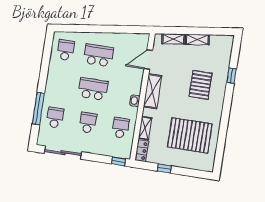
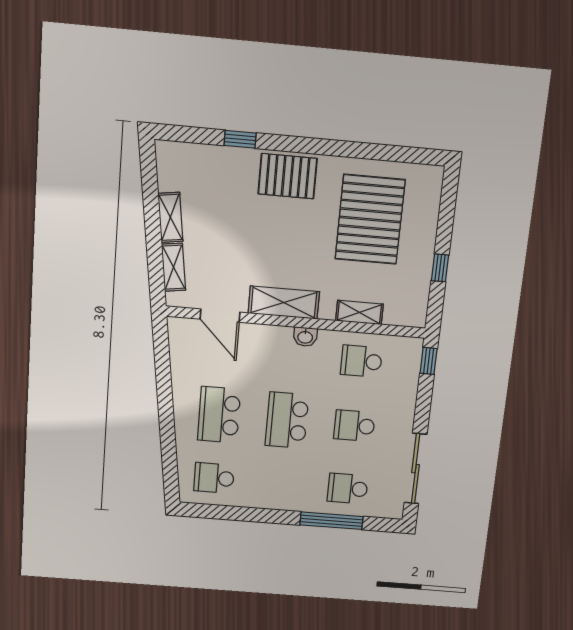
pallet: (200, 85) -> (288, 176), moved
locker: (142, 151) -> (406, 316), removed

